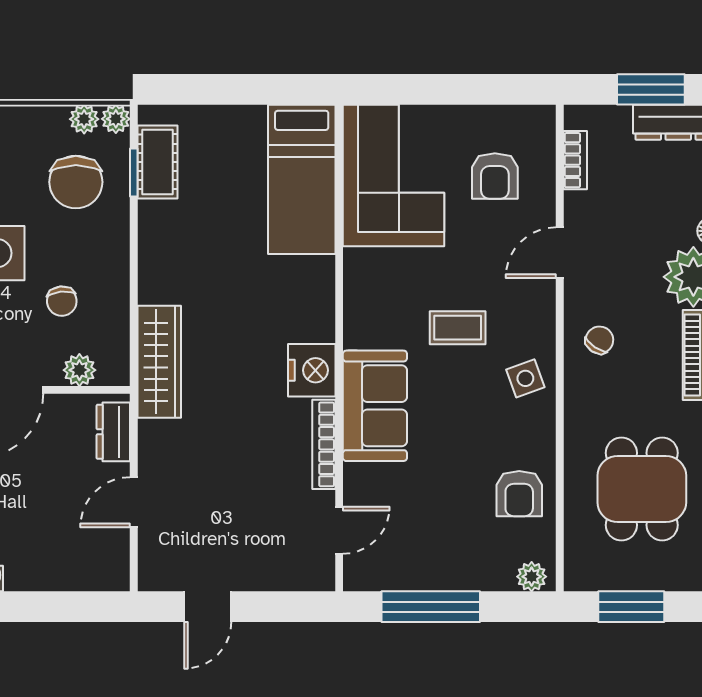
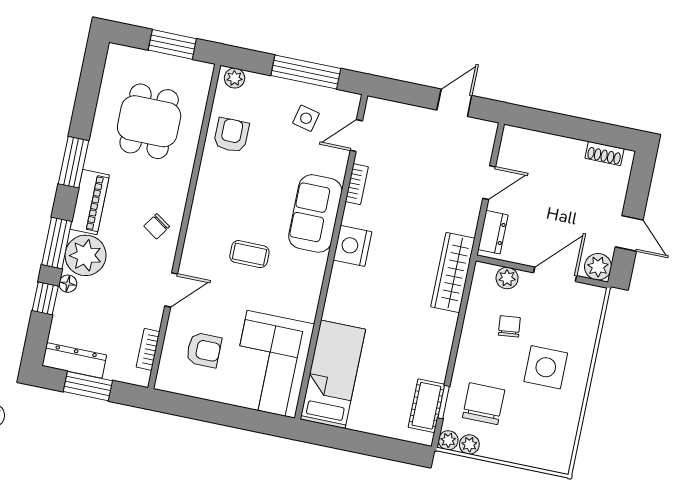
armchair: (495, 176) -> (204, 350), turned 90
side table: (525, 378) -> (306, 118), moved, turned 33
bookcase: (324, 444) -> (357, 184), width x0.64

